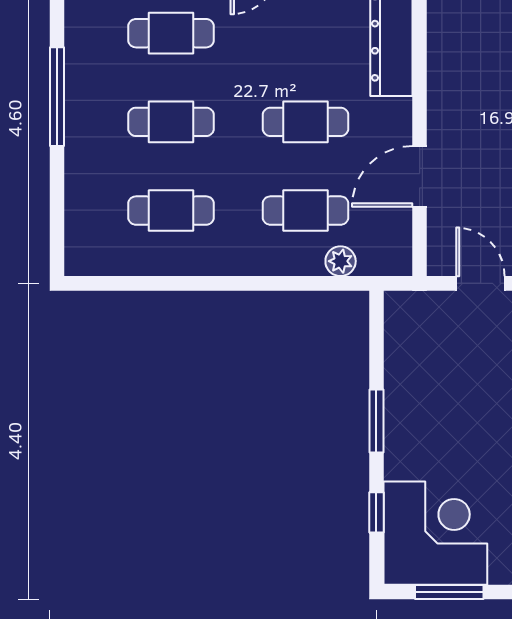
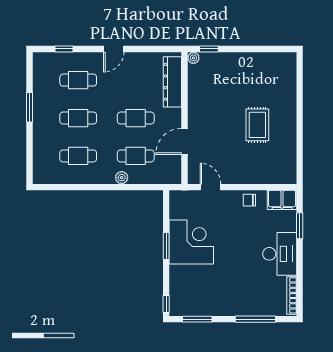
window: (57, 97) -> (29, 107), width x0.69
plant: (341, 261) -> (122, 178), moved
window: (376, 512) -> (166, 304), moved
corner desk: (435, 533) -> (191, 242), moved

